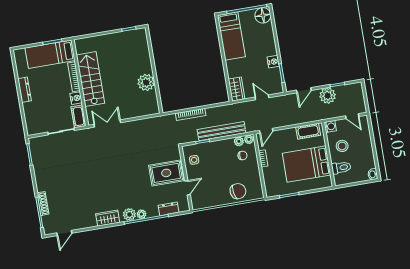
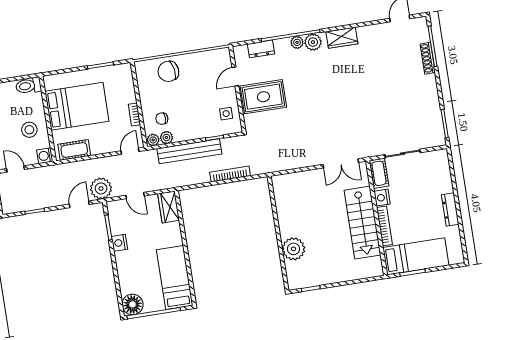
plant: (146, 82) -> (294, 249), moved
plant: (328, 96) -> (101, 188), moved
toilet: (341, 168) -> (28, 86), moved

